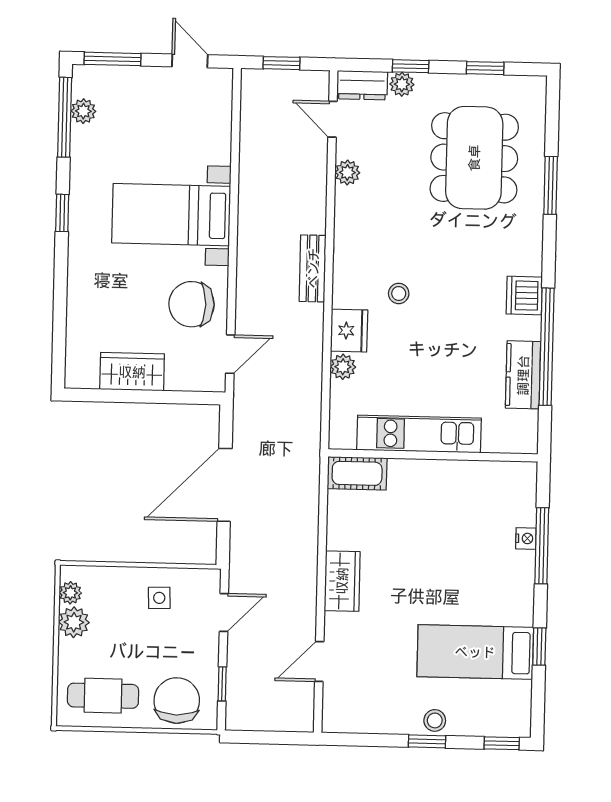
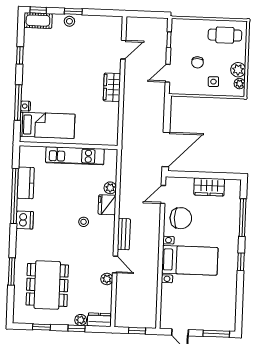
plant: (83, 111) -> (230, 309), removed
window: (65, 117) -> (243, 218), moved
door: (332, 119) -> (115, 264), moved
cot: (357, 473) -> (38, 21), moved
door: (225, 485) -> (166, 149), moved
side table: (159, 598) -> (213, 82), moved
bed: (475, 652) -> (47, 125), moved
chair: (177, 701) -> (197, 62), moved, width x0.54, depth x0.54

